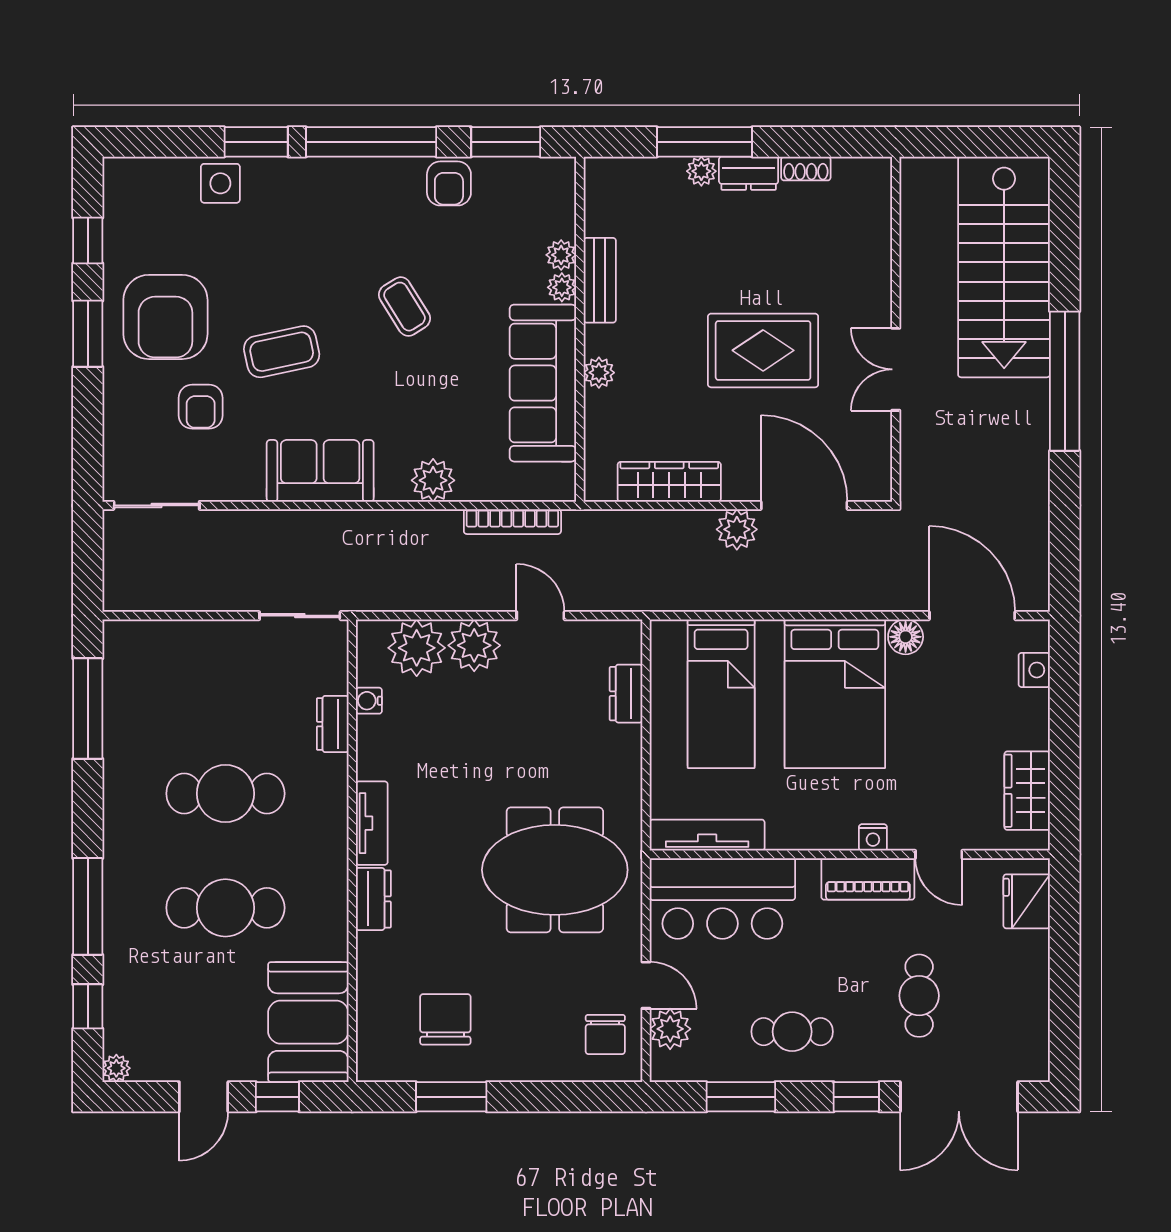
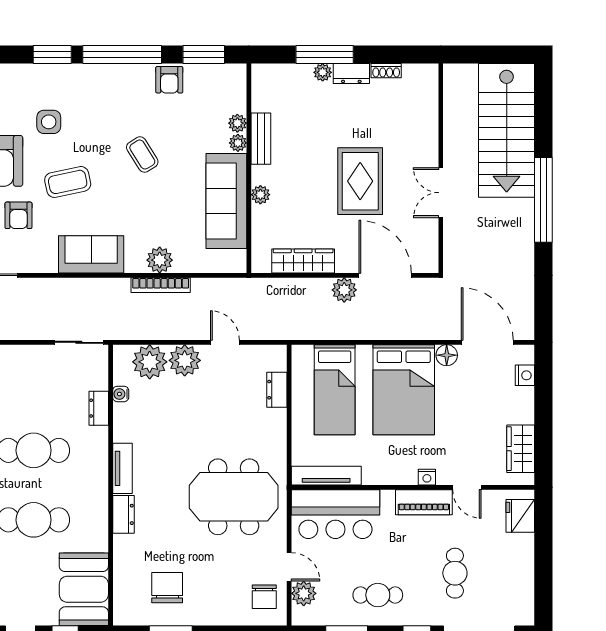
side table: (220, 183) -> (49, 122), moved
rug: (763, 350) -> (360, 181), turned 90
bookcase: (512, 522) -> (161, 285), moved

